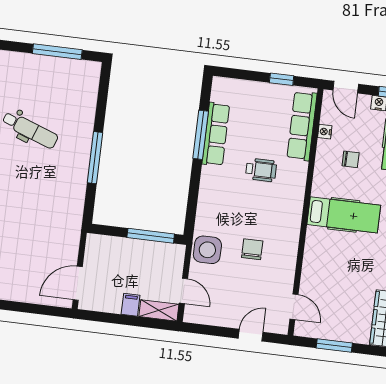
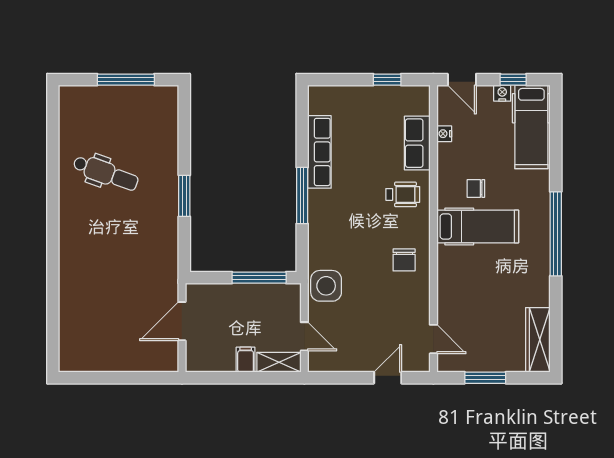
row of seats: (302, 126) -> (417, 143), width x0.68
window: (201, 135) -> (302, 195), moved
window: (95, 158) -> (184, 196), width x0.69
chair: (351, 159) -> (476, 188), moved, turned 180
wheelchair: (261, 170) -> (403, 194), moved
chair: (252, 249) -> (404, 260), moved, turned 180
door: (78, 283) -> (182, 321), moved

